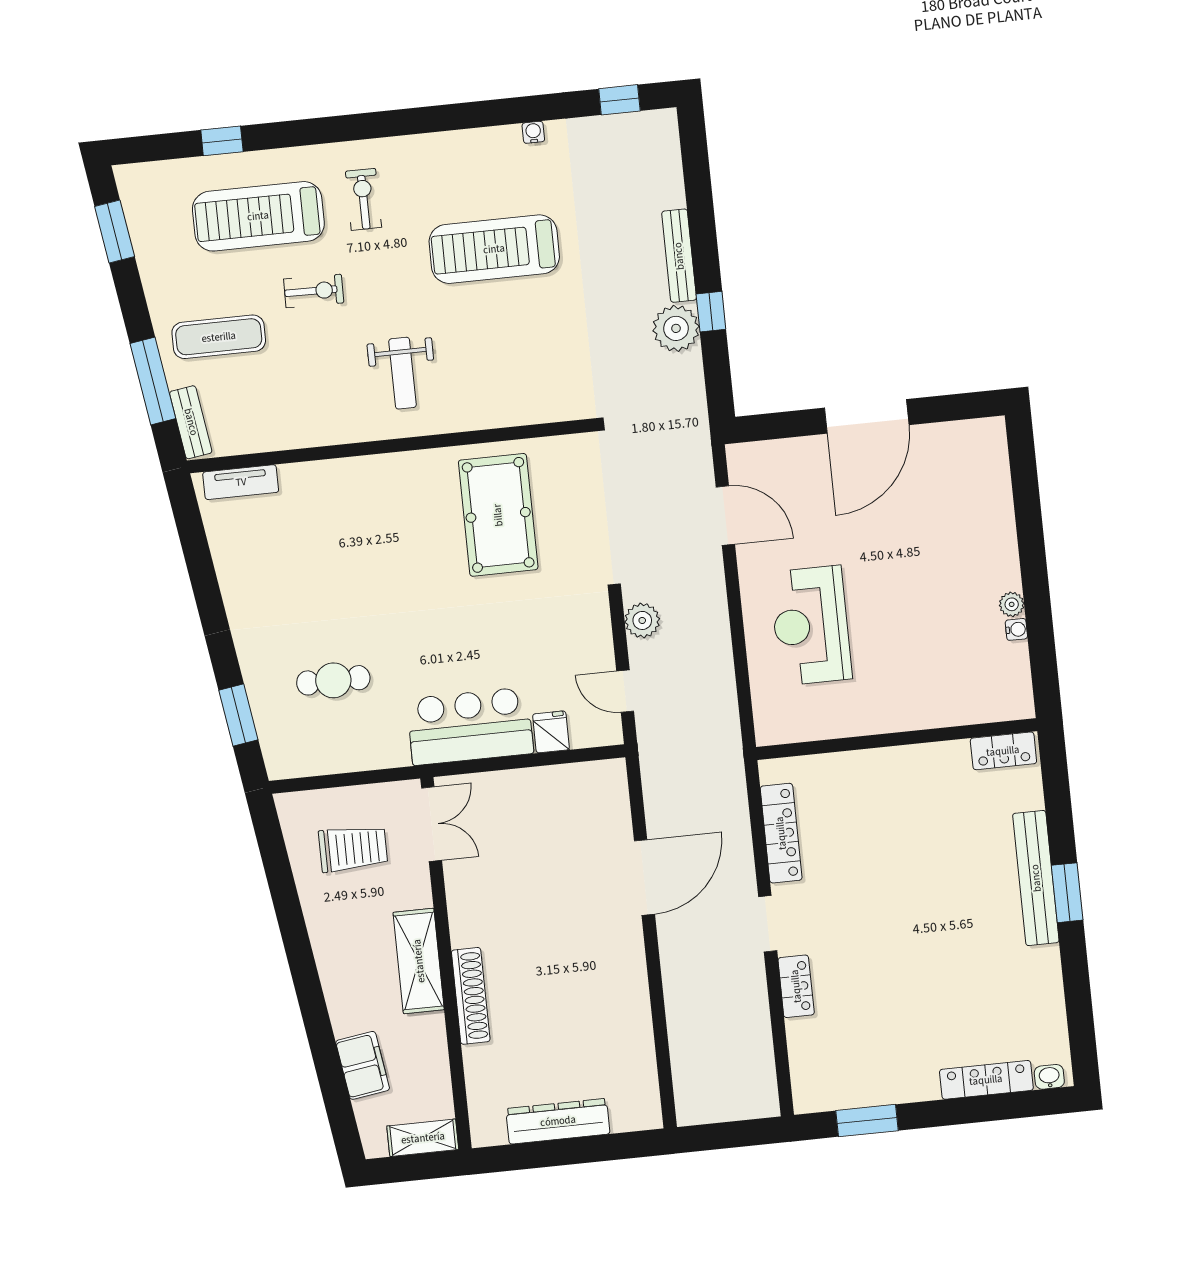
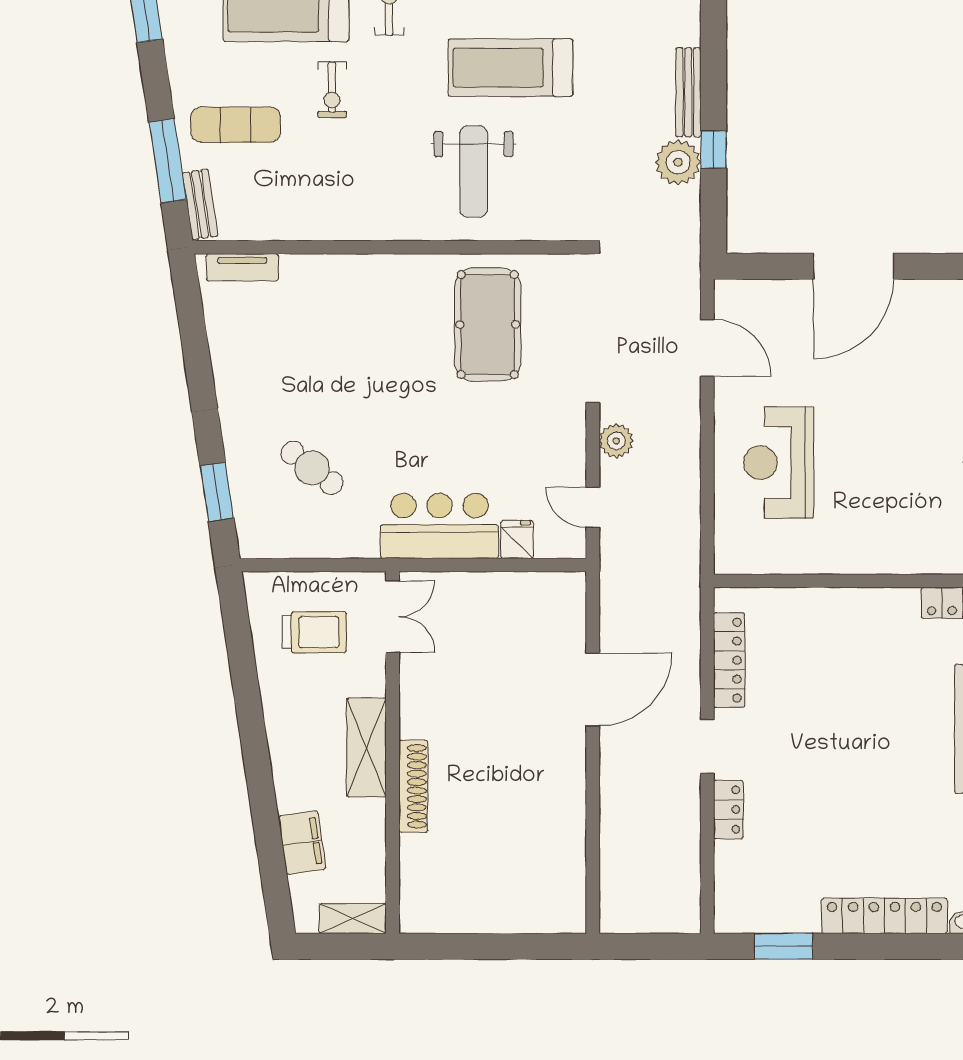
exercise bike: (314, 291) -> (332, 90), turned 89
weight bench: (403, 373) -> (474, 171), moved, width x1.36, depth x1.33
cafe table: (333, 680) -> (312, 468), turned 38
locker: (986, 1080) -> (884, 916), width x1.41, depth x1.21
dresser: (558, 1121) -> (485, 916), removed

